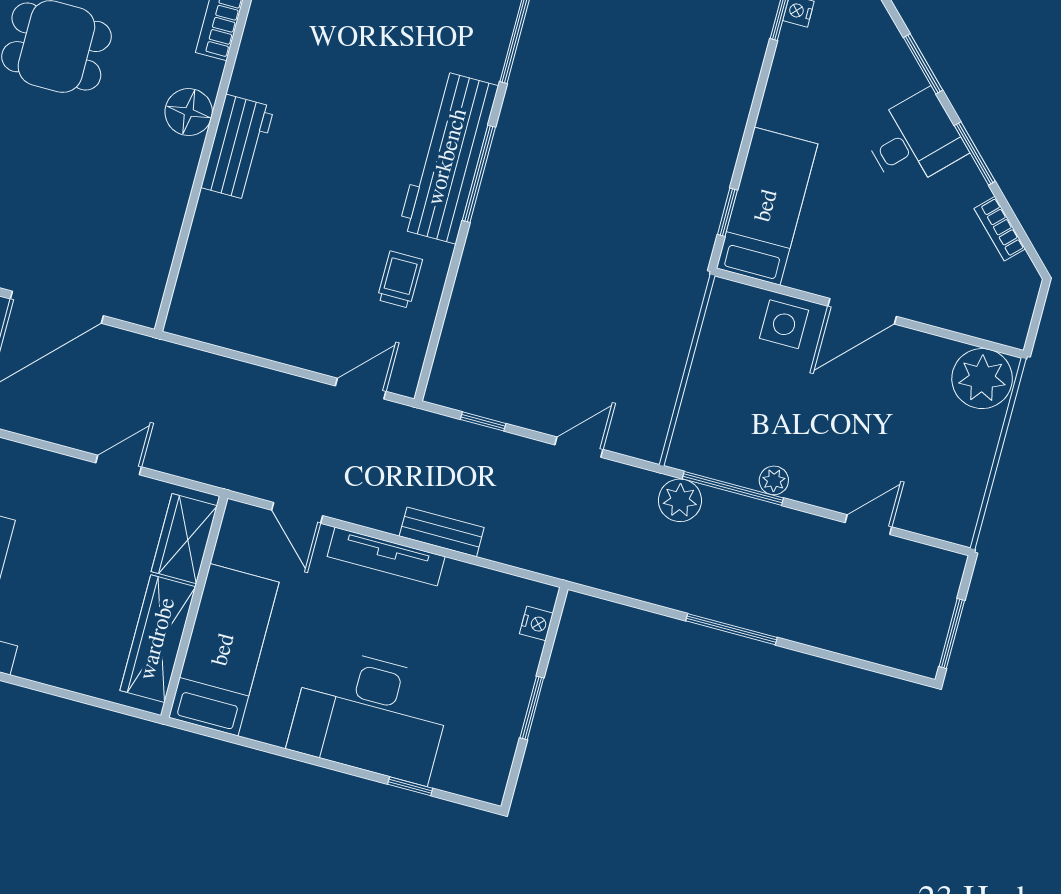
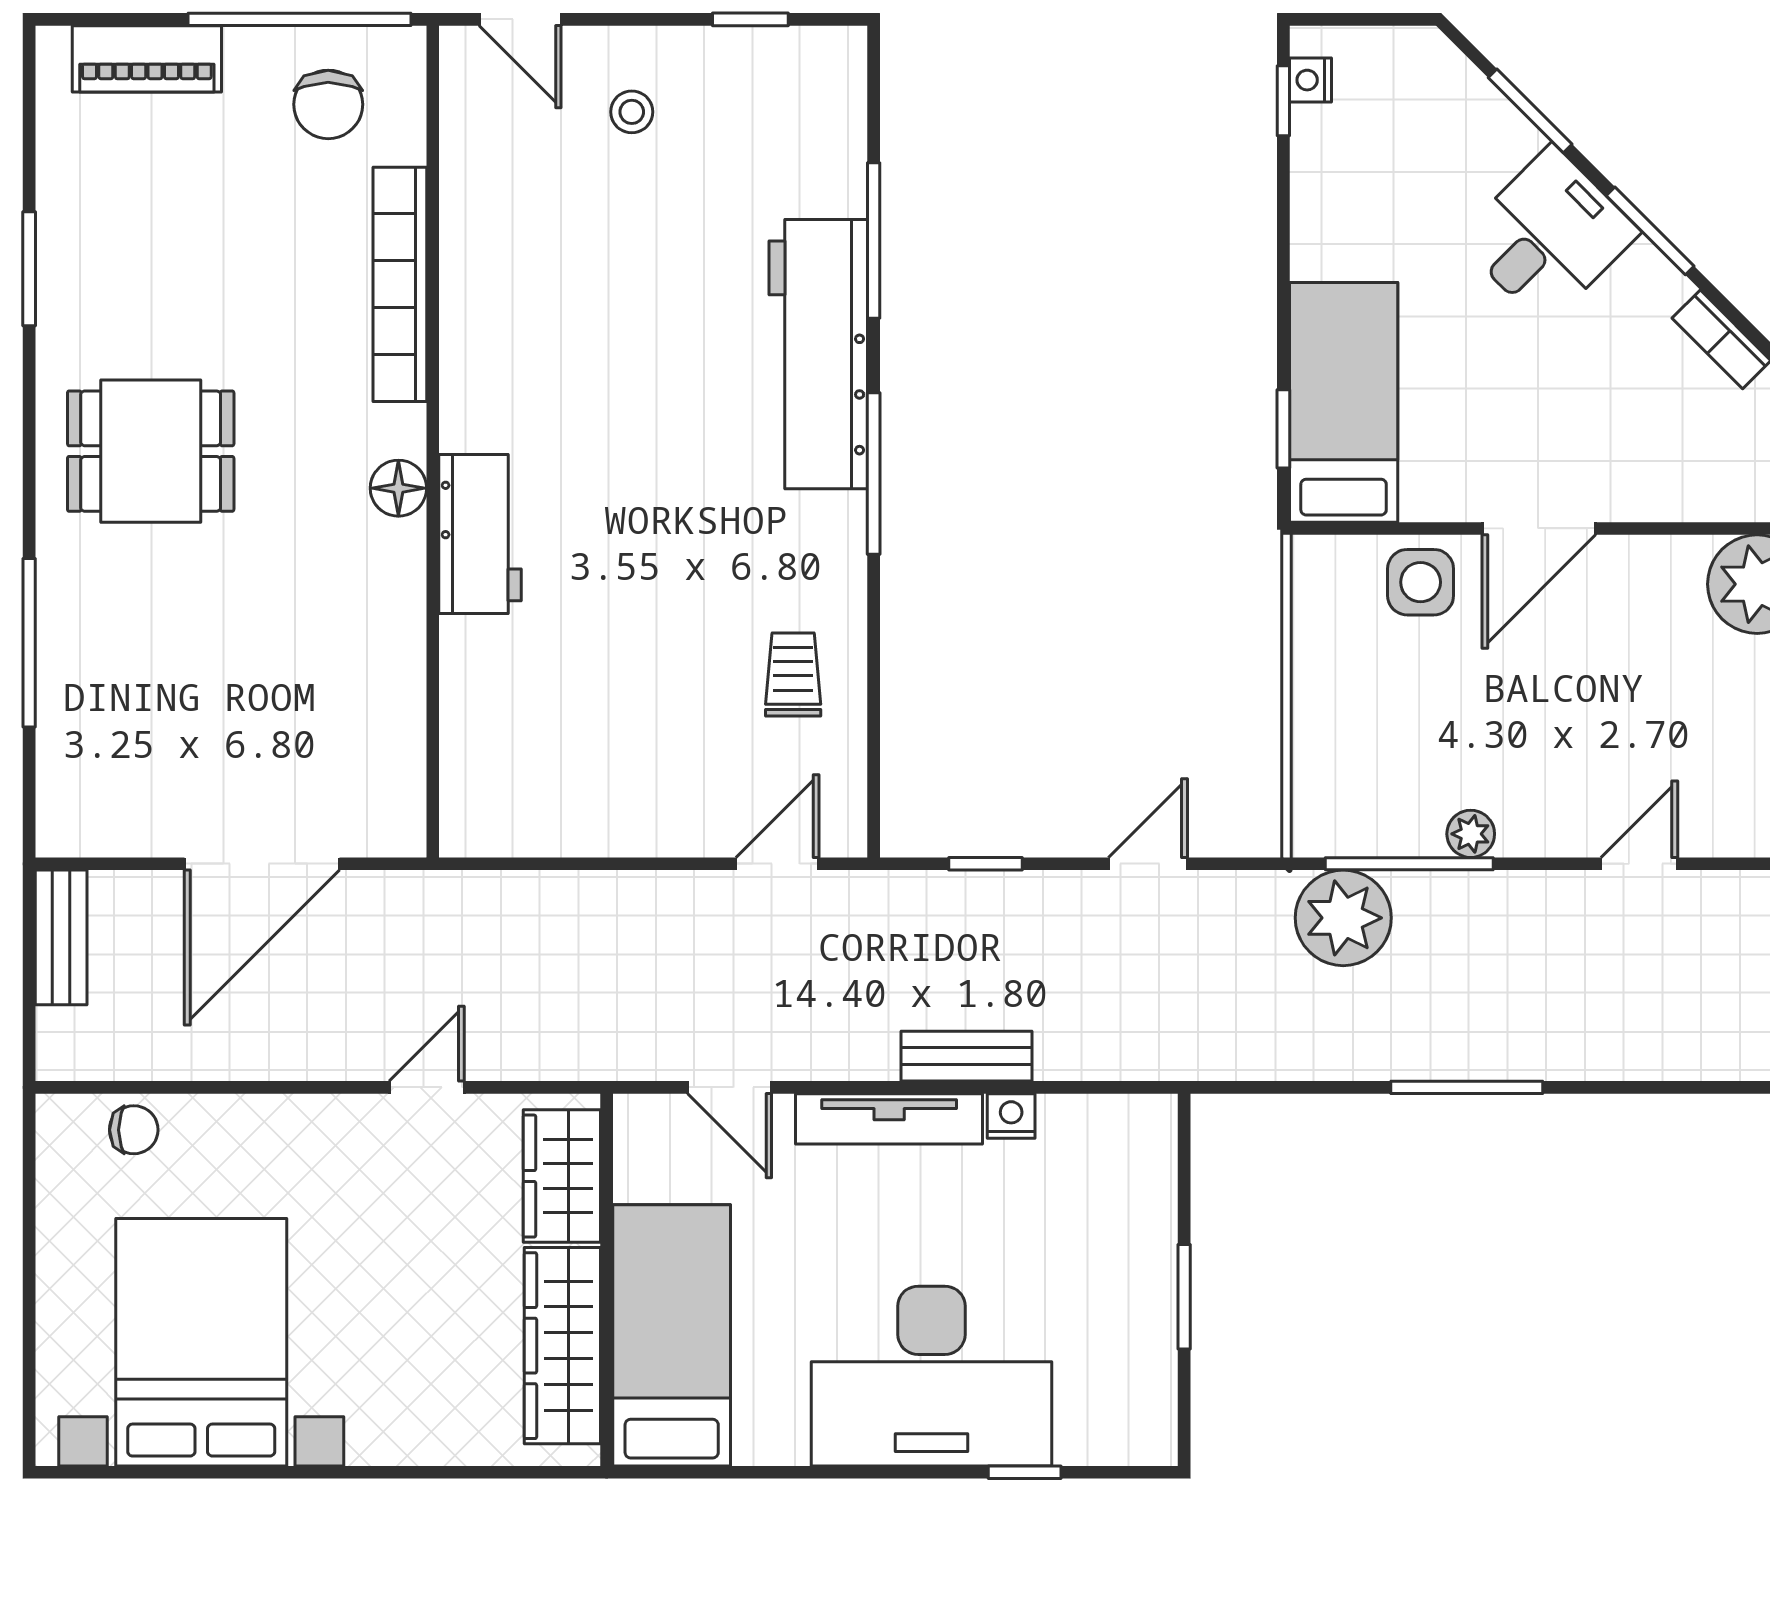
floor lamp: (189, 112) -> (398, 488), width x0.73, depth x0.73
workbench: (448, 157) -> (818, 354), moved
plant: (680, 500) -> (1343, 918), width x1.36, depth x1.36
nightstand: (536, 623) -> (1011, 1116), moved, turned -90

